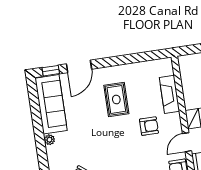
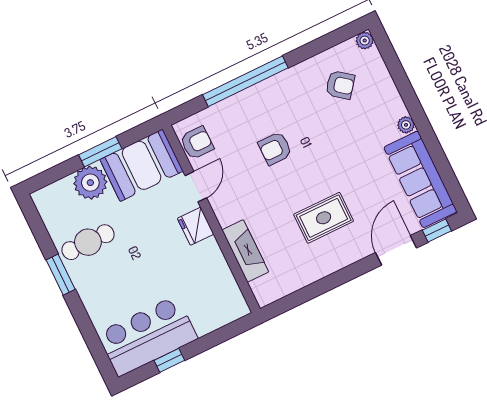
rug: (116, 100) -> (324, 218), turned 90
armchair: (149, 126) -> (275, 148), moved

